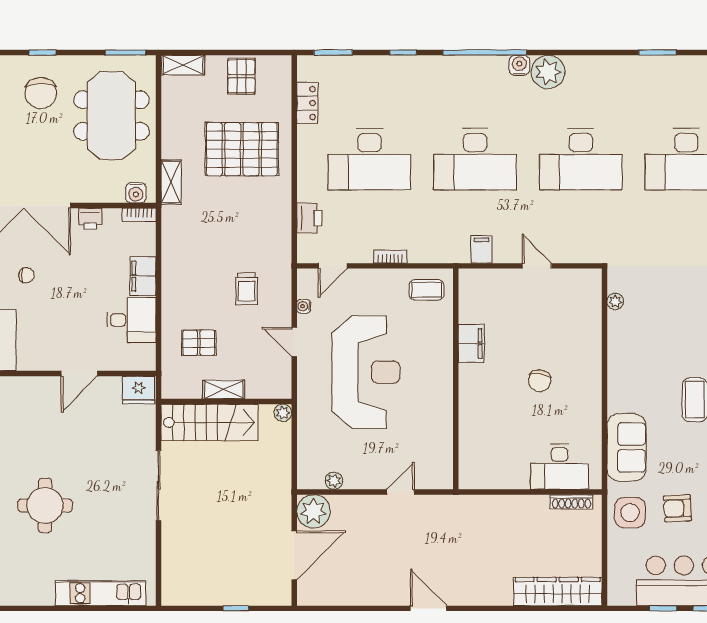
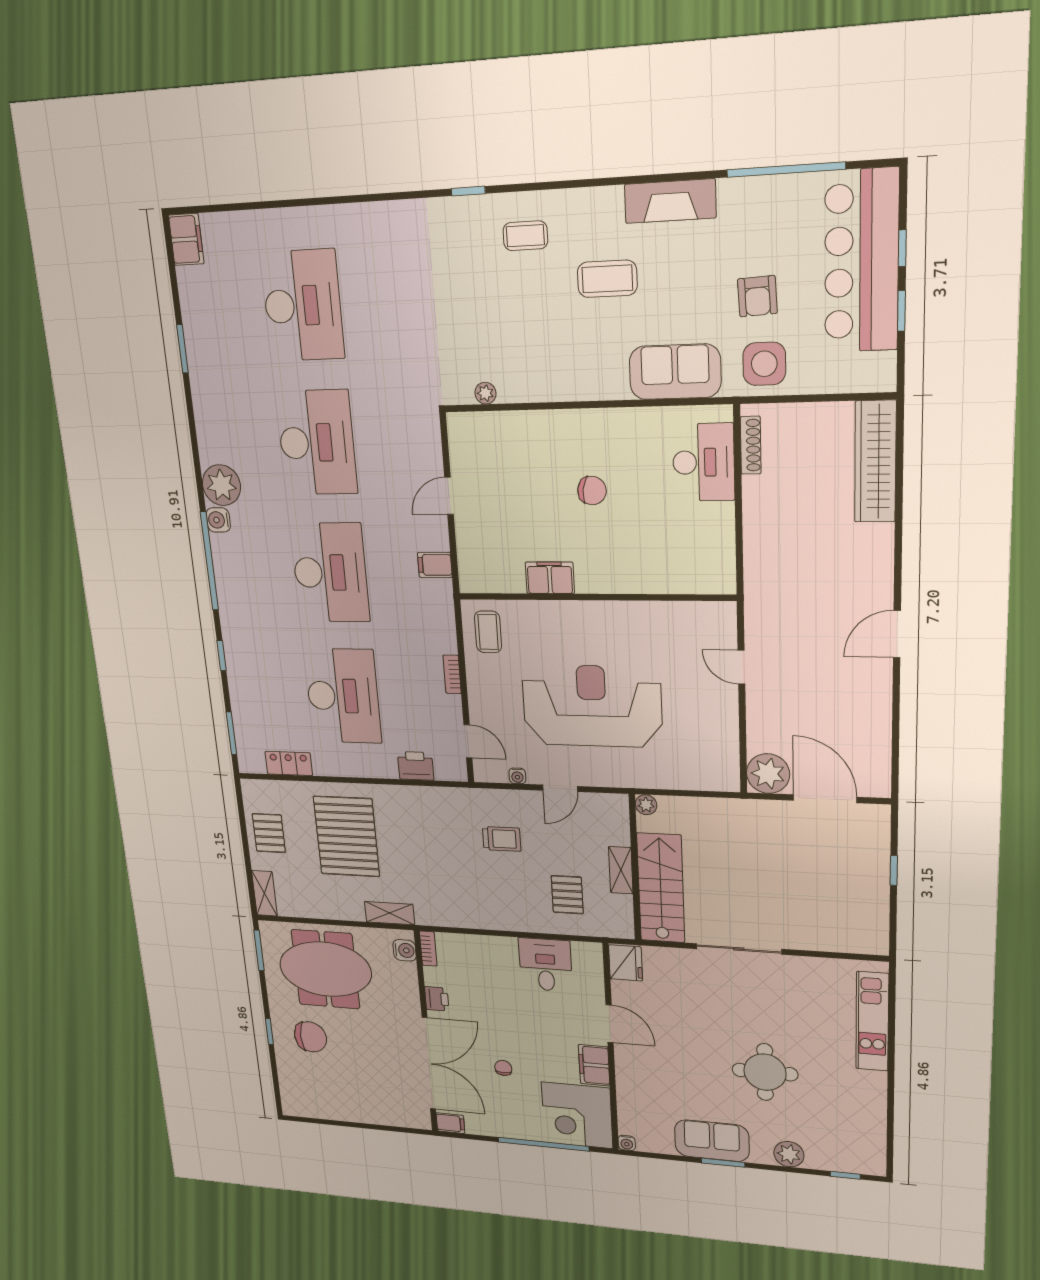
pallet: (241, 76) -> (269, 833), turned 90
filing cabinet: (143, 276) -> (594, 1065), moved, turned 90
plant: (334, 481) -> (729, 748), removed

